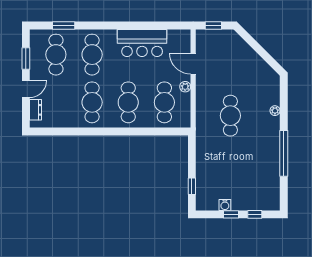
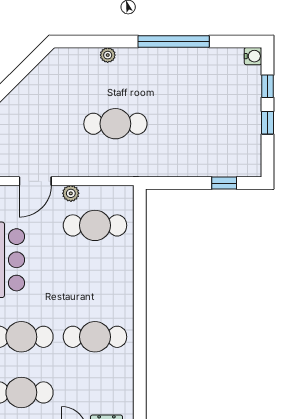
cafe table: (128, 102) -> (95, 281), removed
water cooler: (225, 205) -> (253, 56), moved

